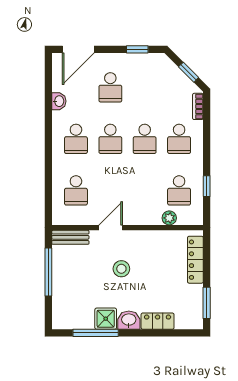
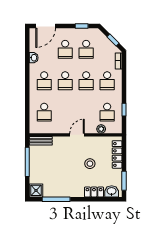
school desk: (145, 87) -> (86, 49), added
door: (111, 228) -> (77, 135), moved
stool: (121, 269) -> (90, 164), moved
shower: (106, 319) -> (36, 190), moved
washbasin: (129, 320) -> (112, 191), moved

